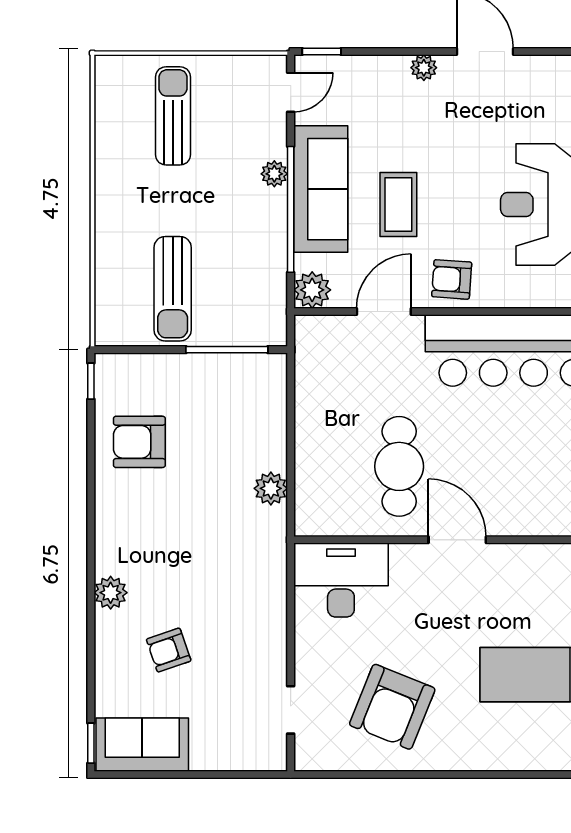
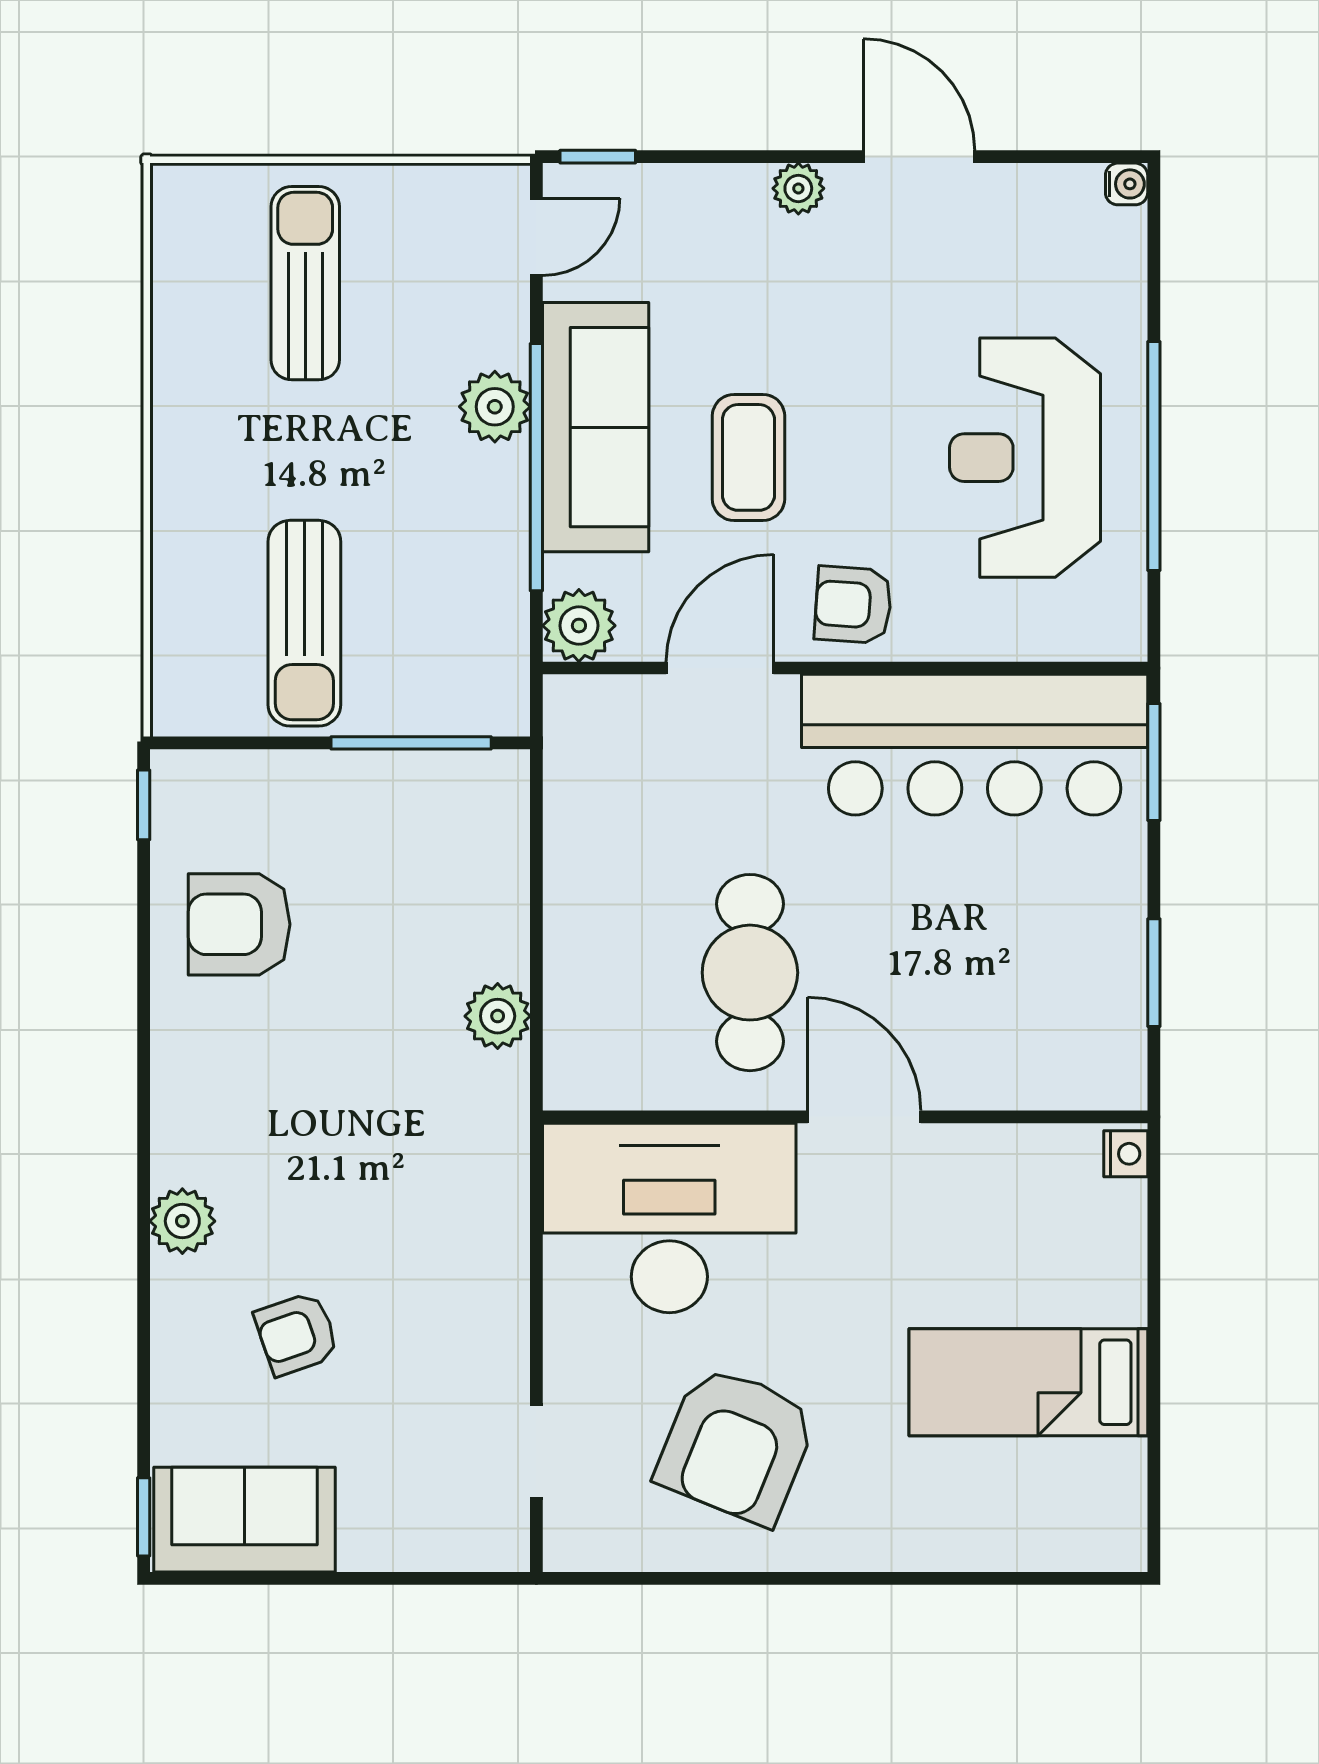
plant: (274, 174) -> (495, 407), width x1.38, depth x1.38
desk: (341, 580) -> (669, 1218), width x1.36, depth x1.30

